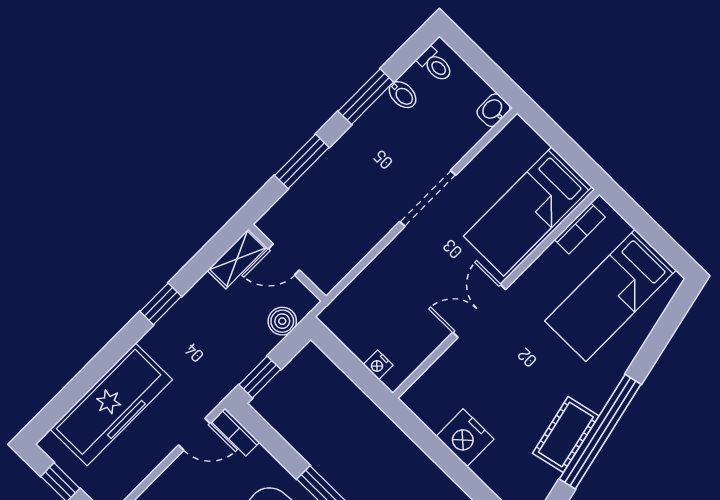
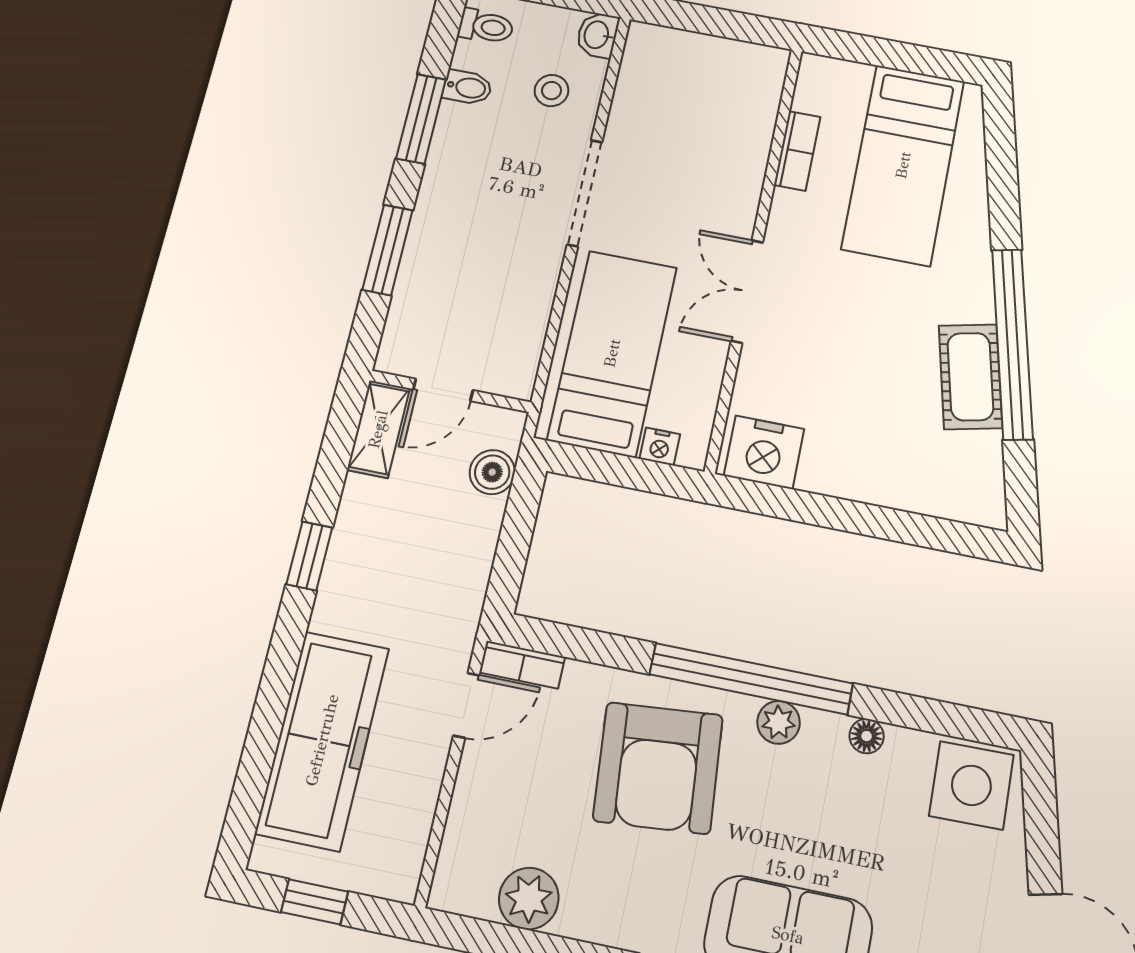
stool: (447, 127) -> (552, 91), added
bed: (528, 211) -> (612, 353), moved, turned 180
bookcase: (580, 228) -> (797, 151), moved
window: (260, 377) -> (509, 567), removed
nightstand: (465, 438) -> (764, 452), moved

